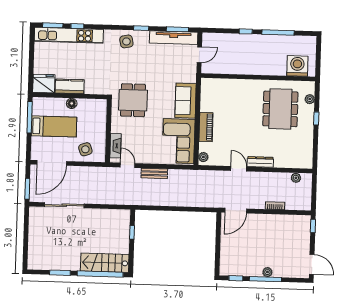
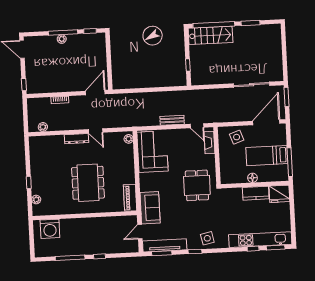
sofa: (186, 101) -> (150, 208), moved
dining table: (280, 109) -> (88, 183), moved
piano: (206, 127) -> (130, 198), moved

